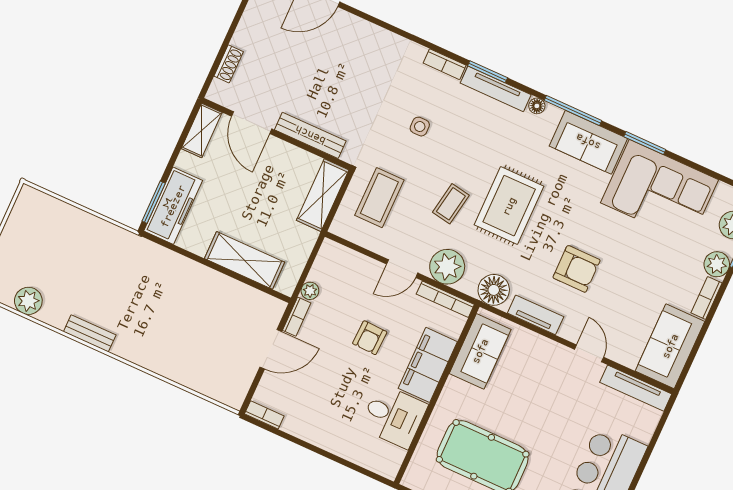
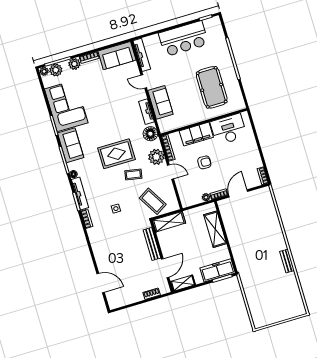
coffee table: (379, 198) -> (153, 201), turned 59
armchair: (577, 269) -> (118, 111), removed
plant: (28, 301) -> (294, 292), removed
door: (271, 349) -> (238, 193), hinge flipped
sofa: (480, 351) -> (160, 102), moved, turned 90
door: (589, 353) -> (144, 82), hinge flipped
desk: (394, 416) -> (229, 129), width x1.37

